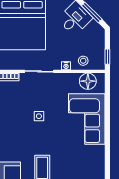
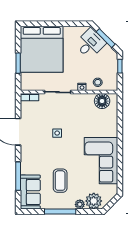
window: (107, 57) -> (120, 66), moved
corner sofa: (87, 119) -> (101, 161), moved

